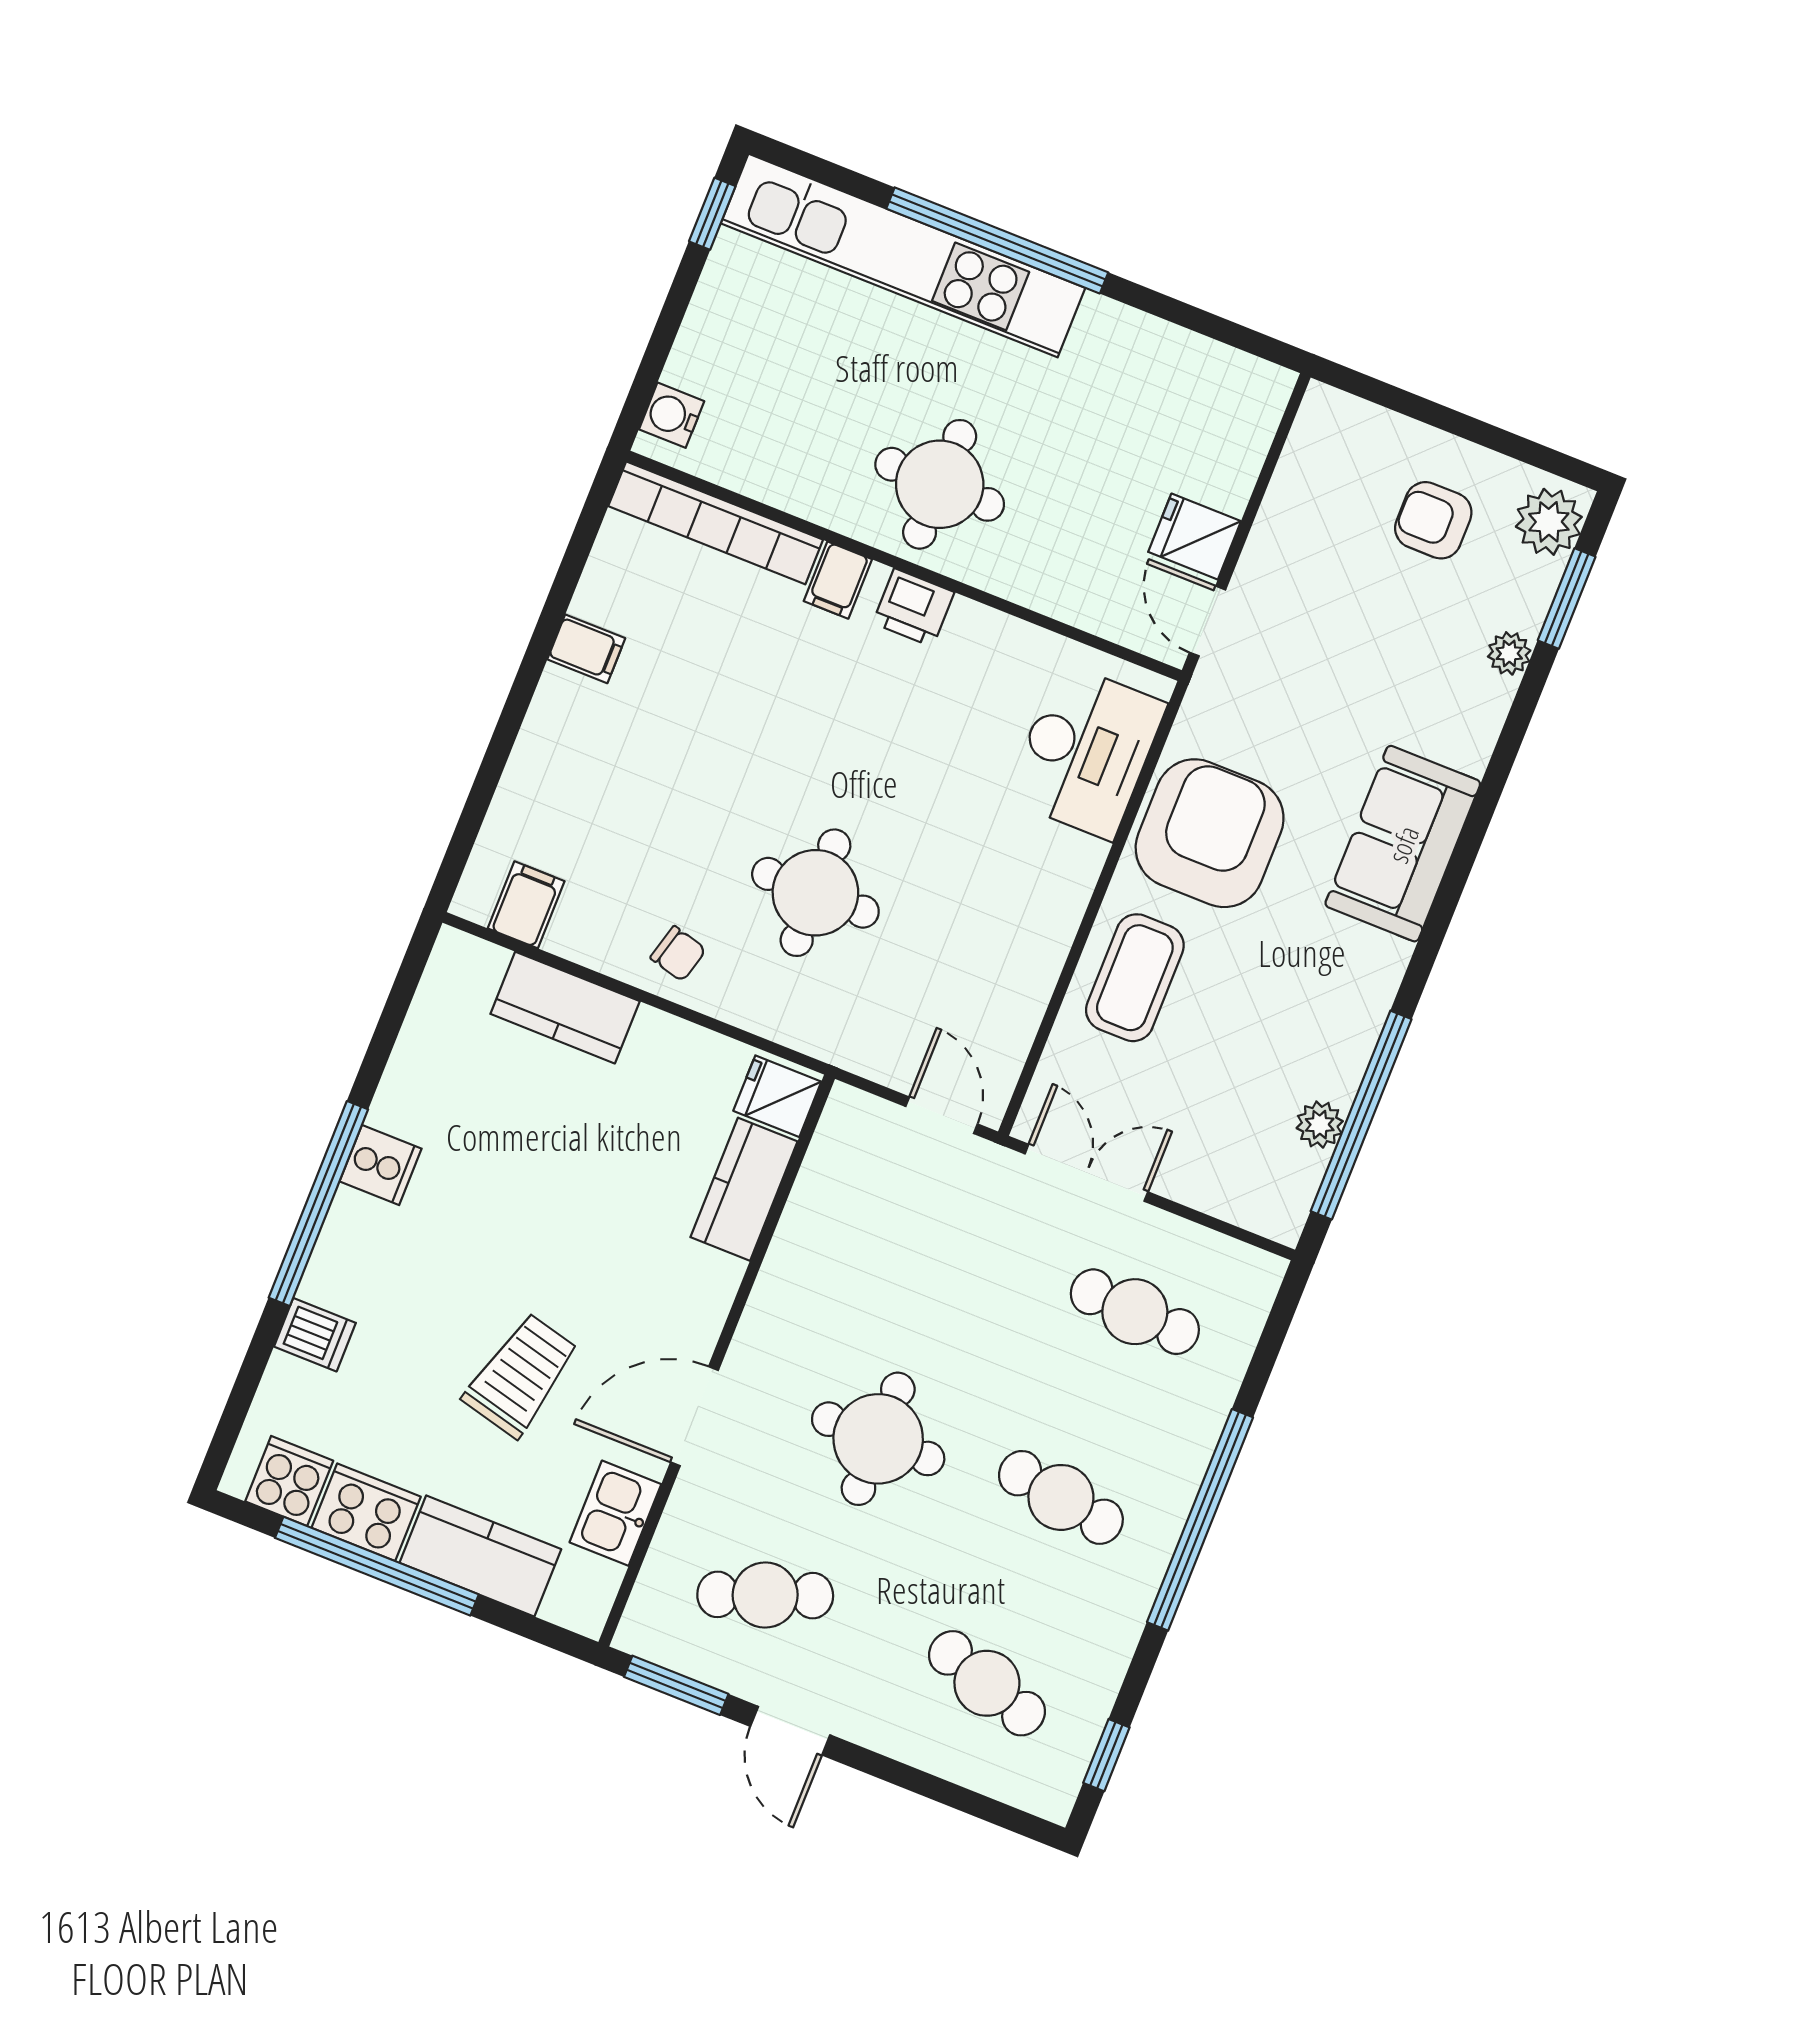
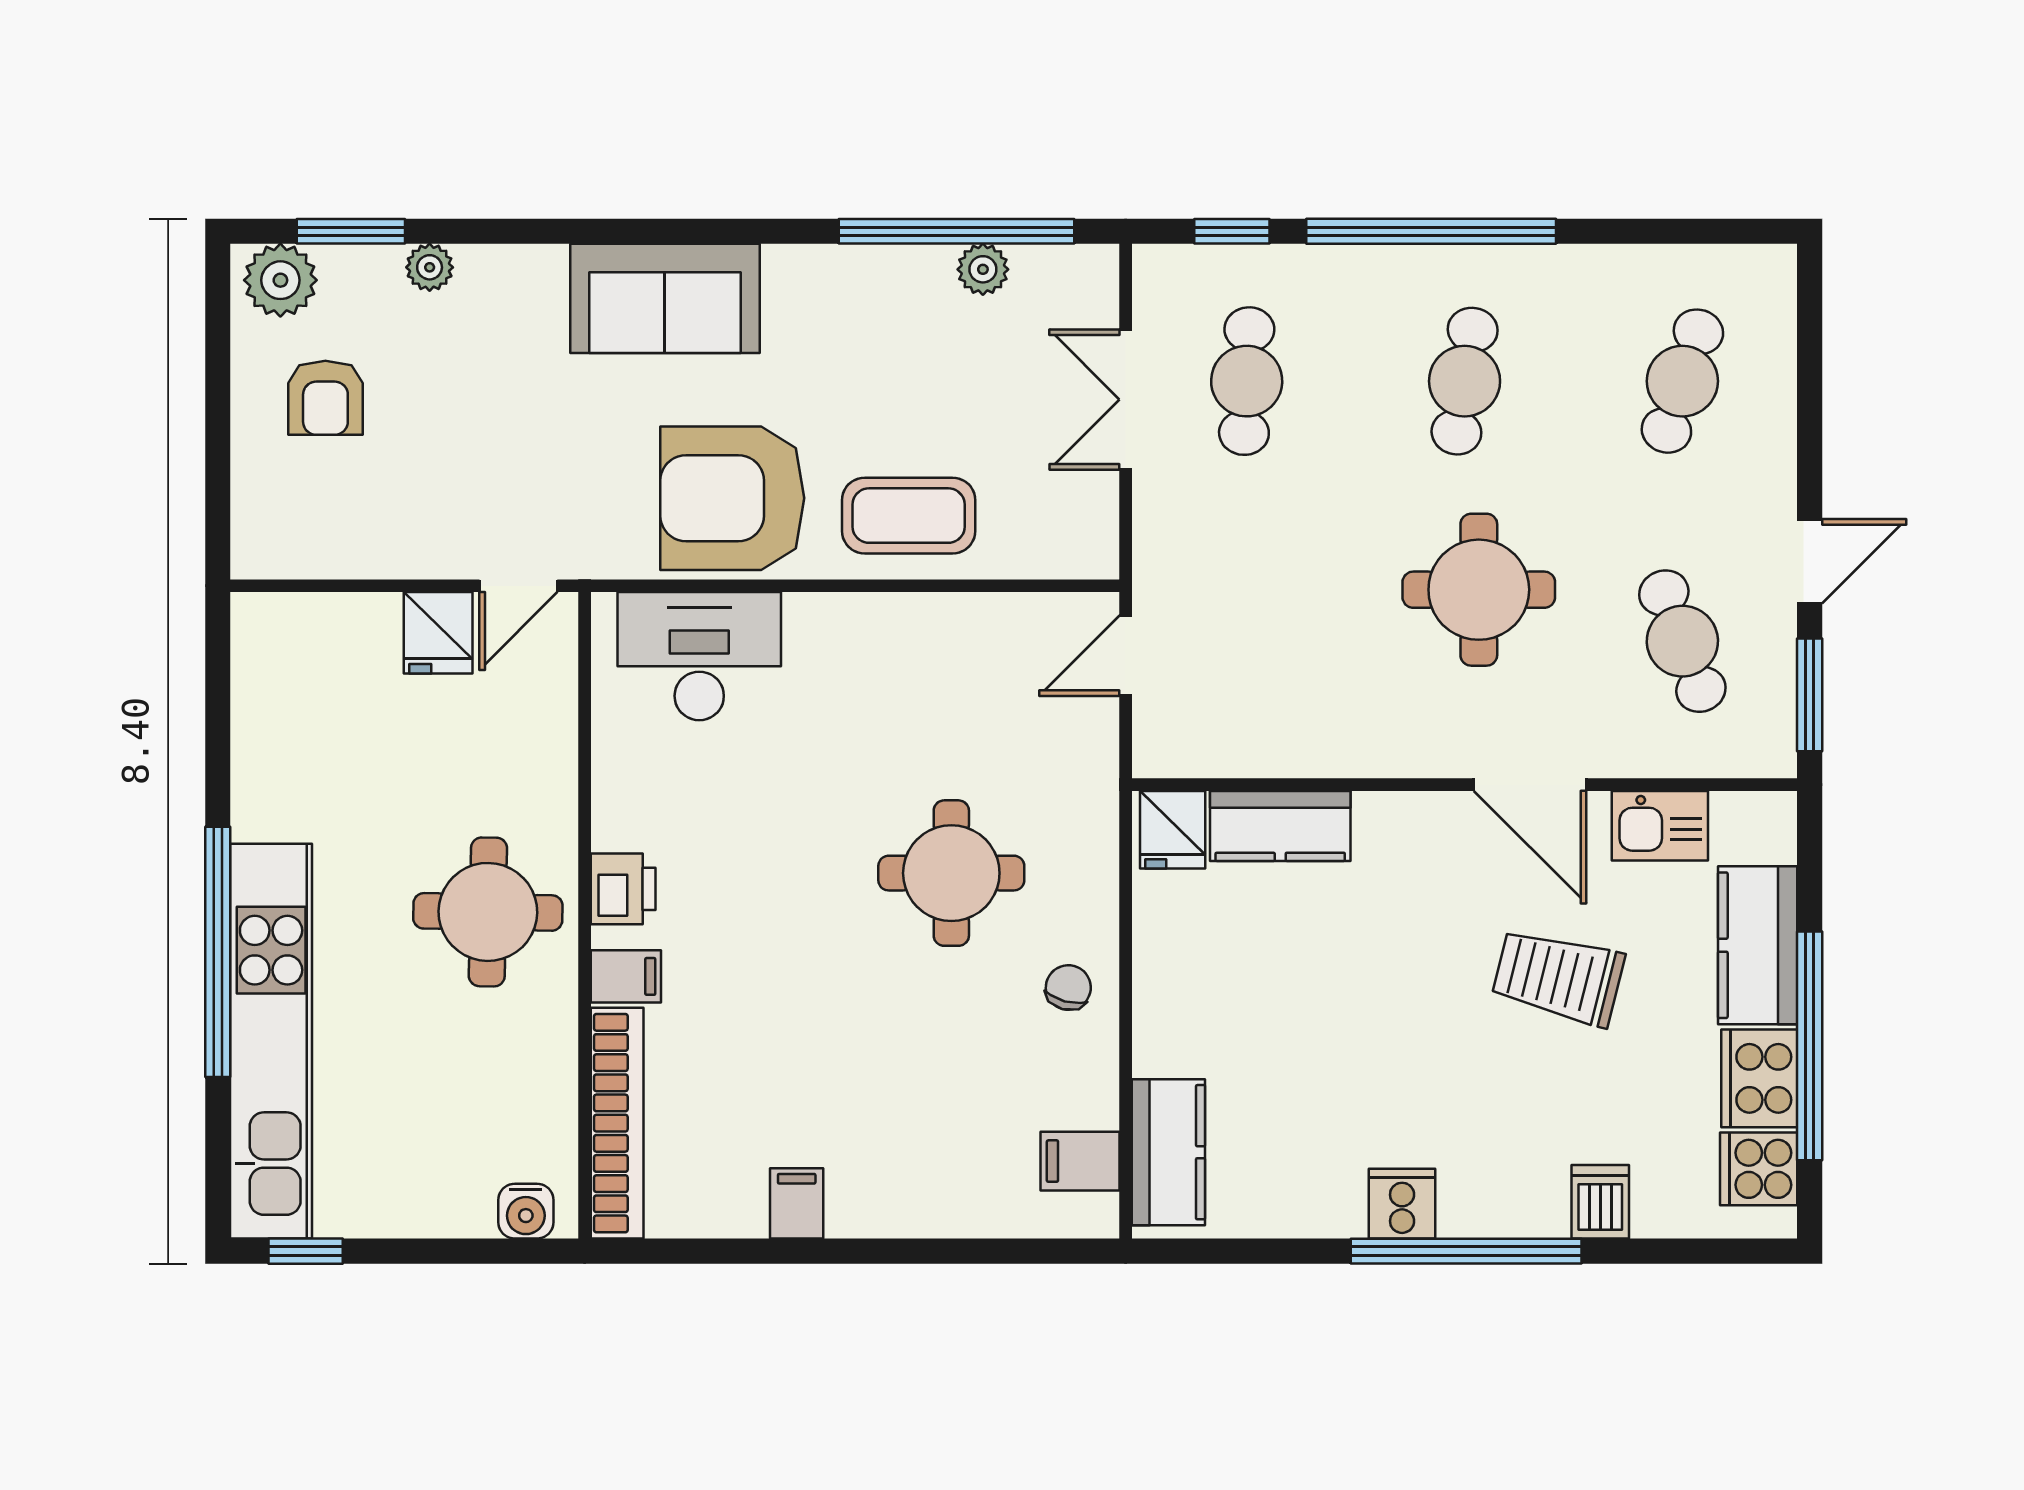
kitchen counter: (565, 1008) -> (1168, 1152), moved
double door: (1086, 1173) -> (1126, 400), moved
window: (1106, 1755) -> (1232, 231), moved

